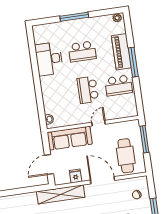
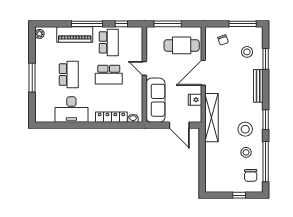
window: (138, 95) -> (121, 24), added
locker: (47, 98) -> (111, 117), added

